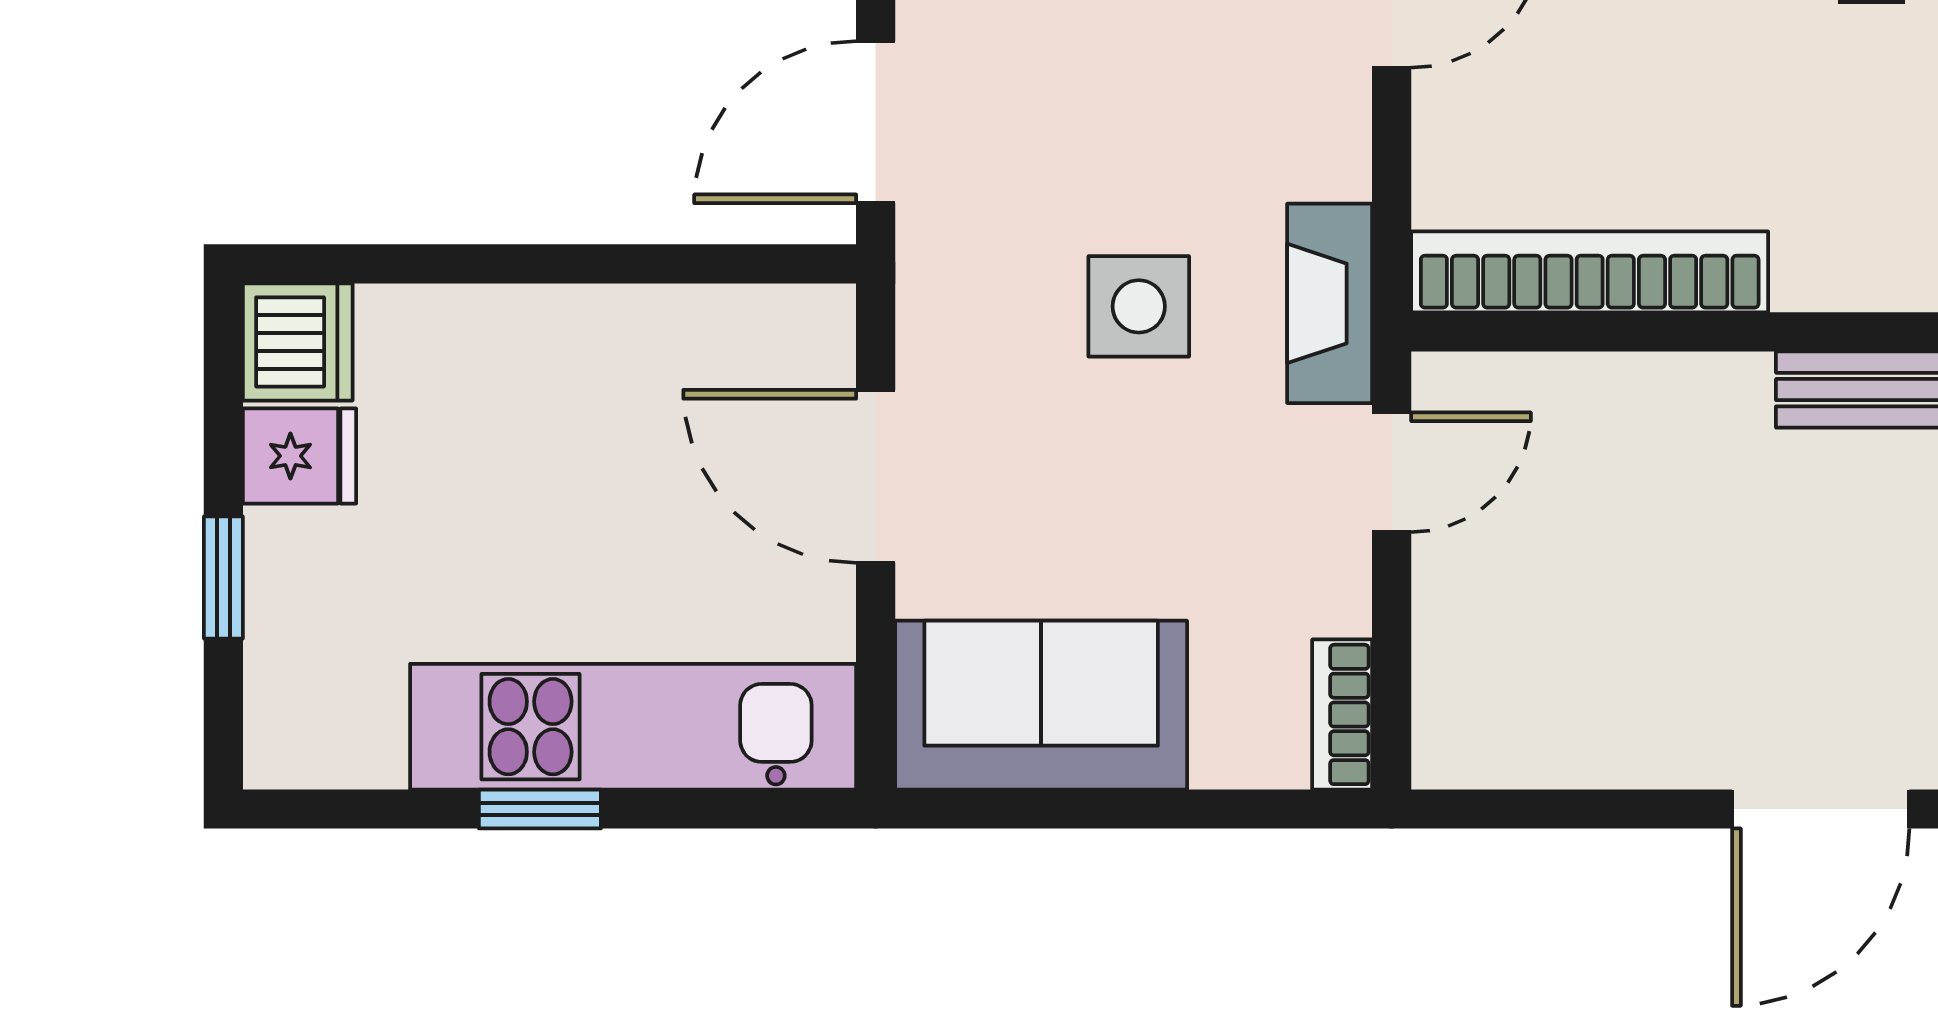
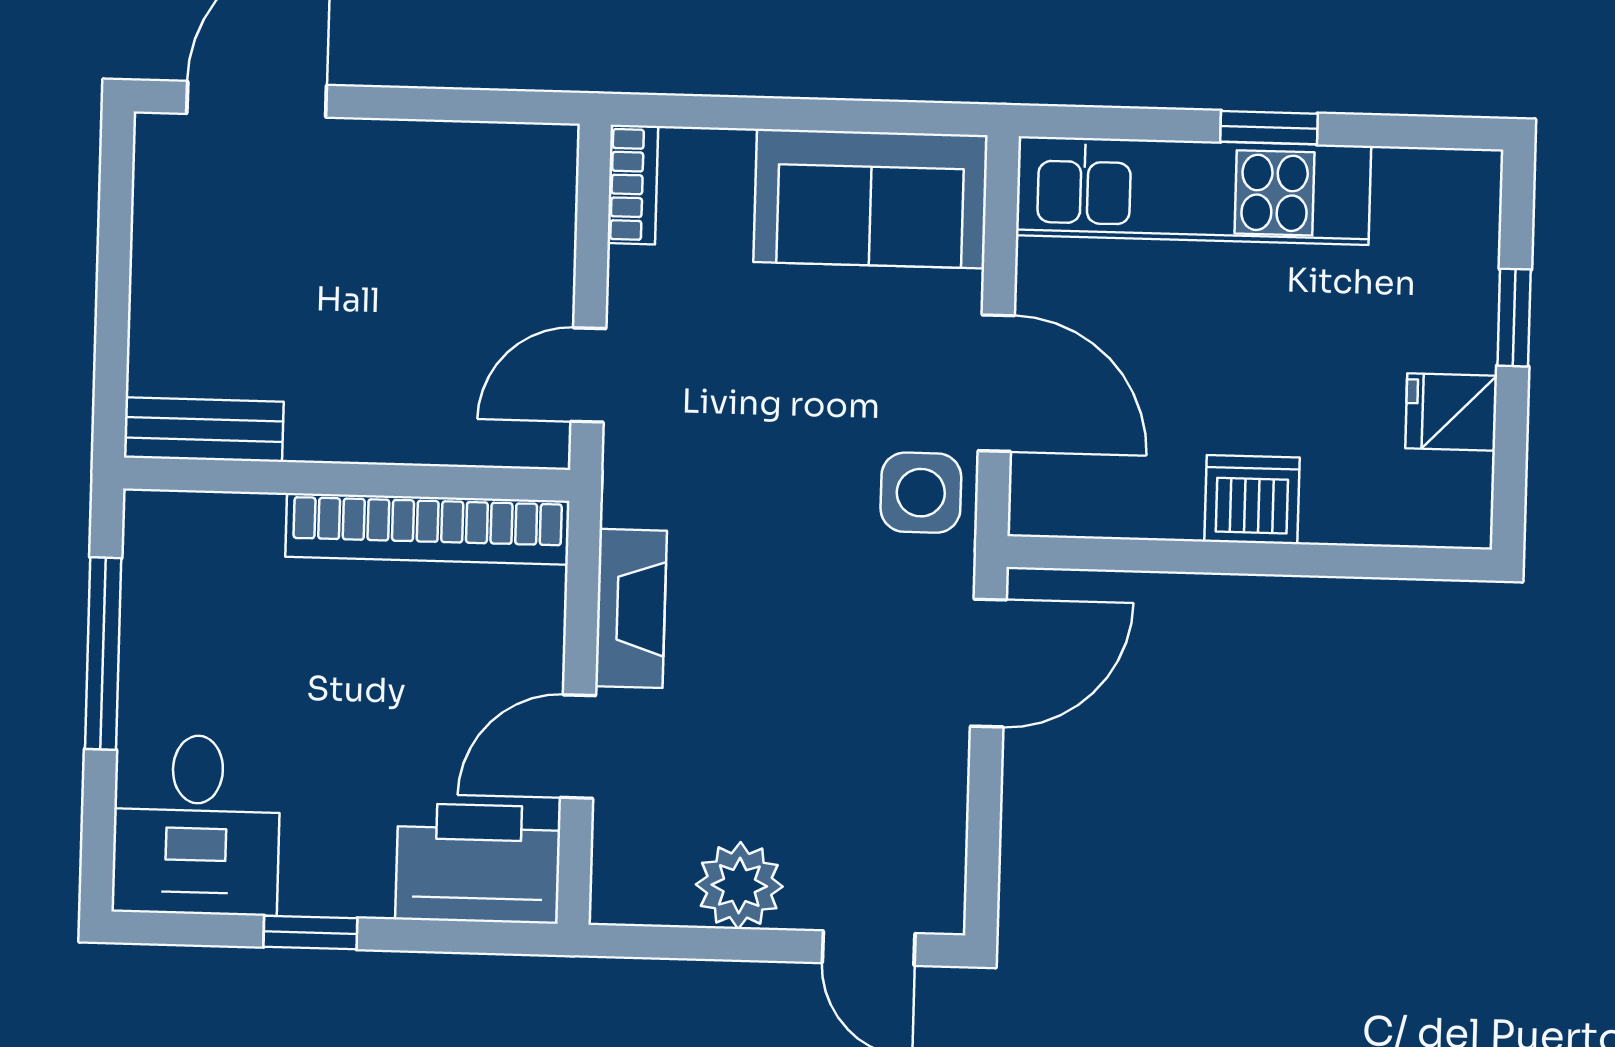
fireplace: (1330, 303) -> (631, 608), moved
side table: (1139, 306) -> (921, 493), moved
dishwasher: (298, 342) -> (1252, 500), moved, turned 90

